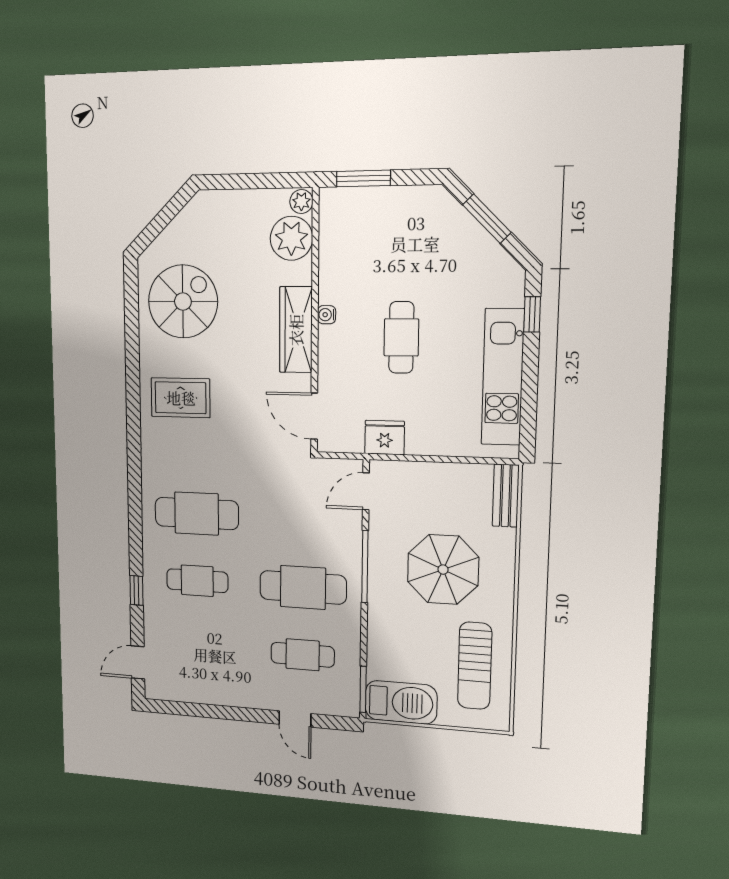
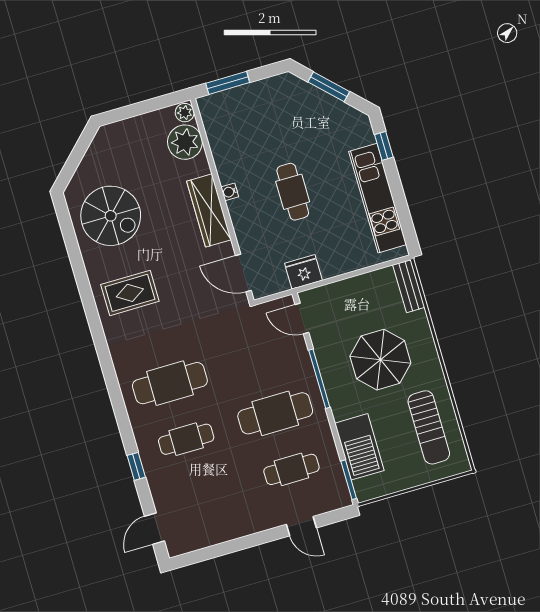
spiral stairs: (183, 302) -> (111, 216), turned 90
door: (366, 491) -> (302, 319), hinge flipped
barbecue: (401, 702) -> (359, 447), moved, turned 90

